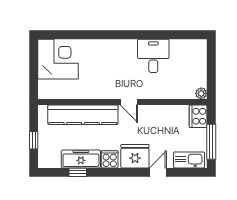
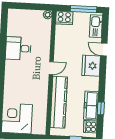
cooker: (110, 159) -> (90, 127), moved

